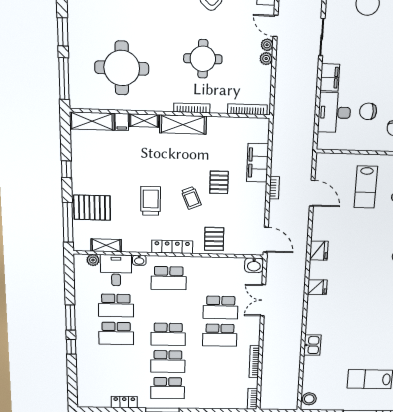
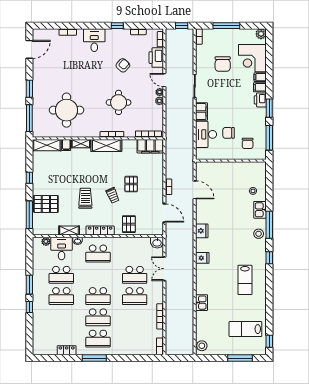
filing cabinet: (258, 163) -> (150, 146), moved, turned -90
lab bench: (366, 187) -> (245, 280), moved
door: (266, 240) -> (164, 213), moved
shelving: (106, 245) -> (69, 231), moved

